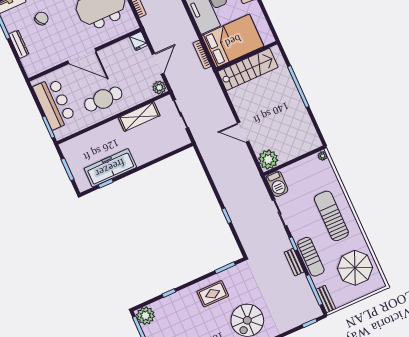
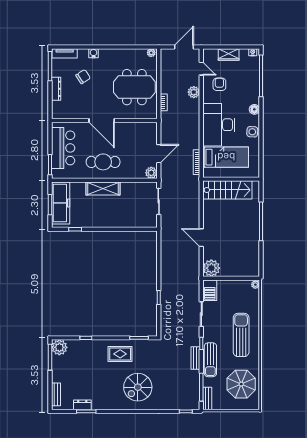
fridge: (138, 41) -> (151, 129), removed
bed: (233, 41) -> (226, 157), width x0.67
shelving: (139, 117) -> (103, 189), moved
freezer: (110, 168) -> (61, 203), moved, turned 90

